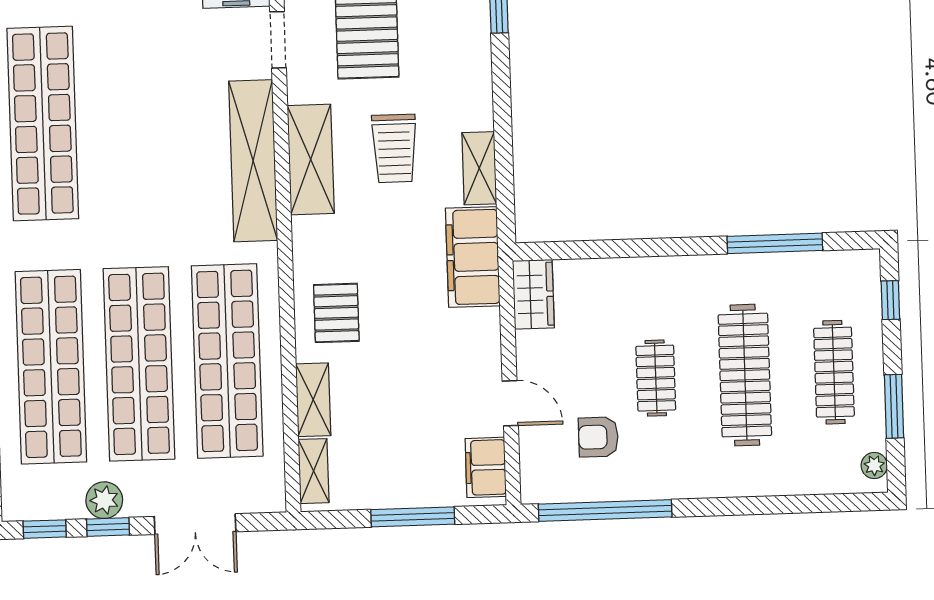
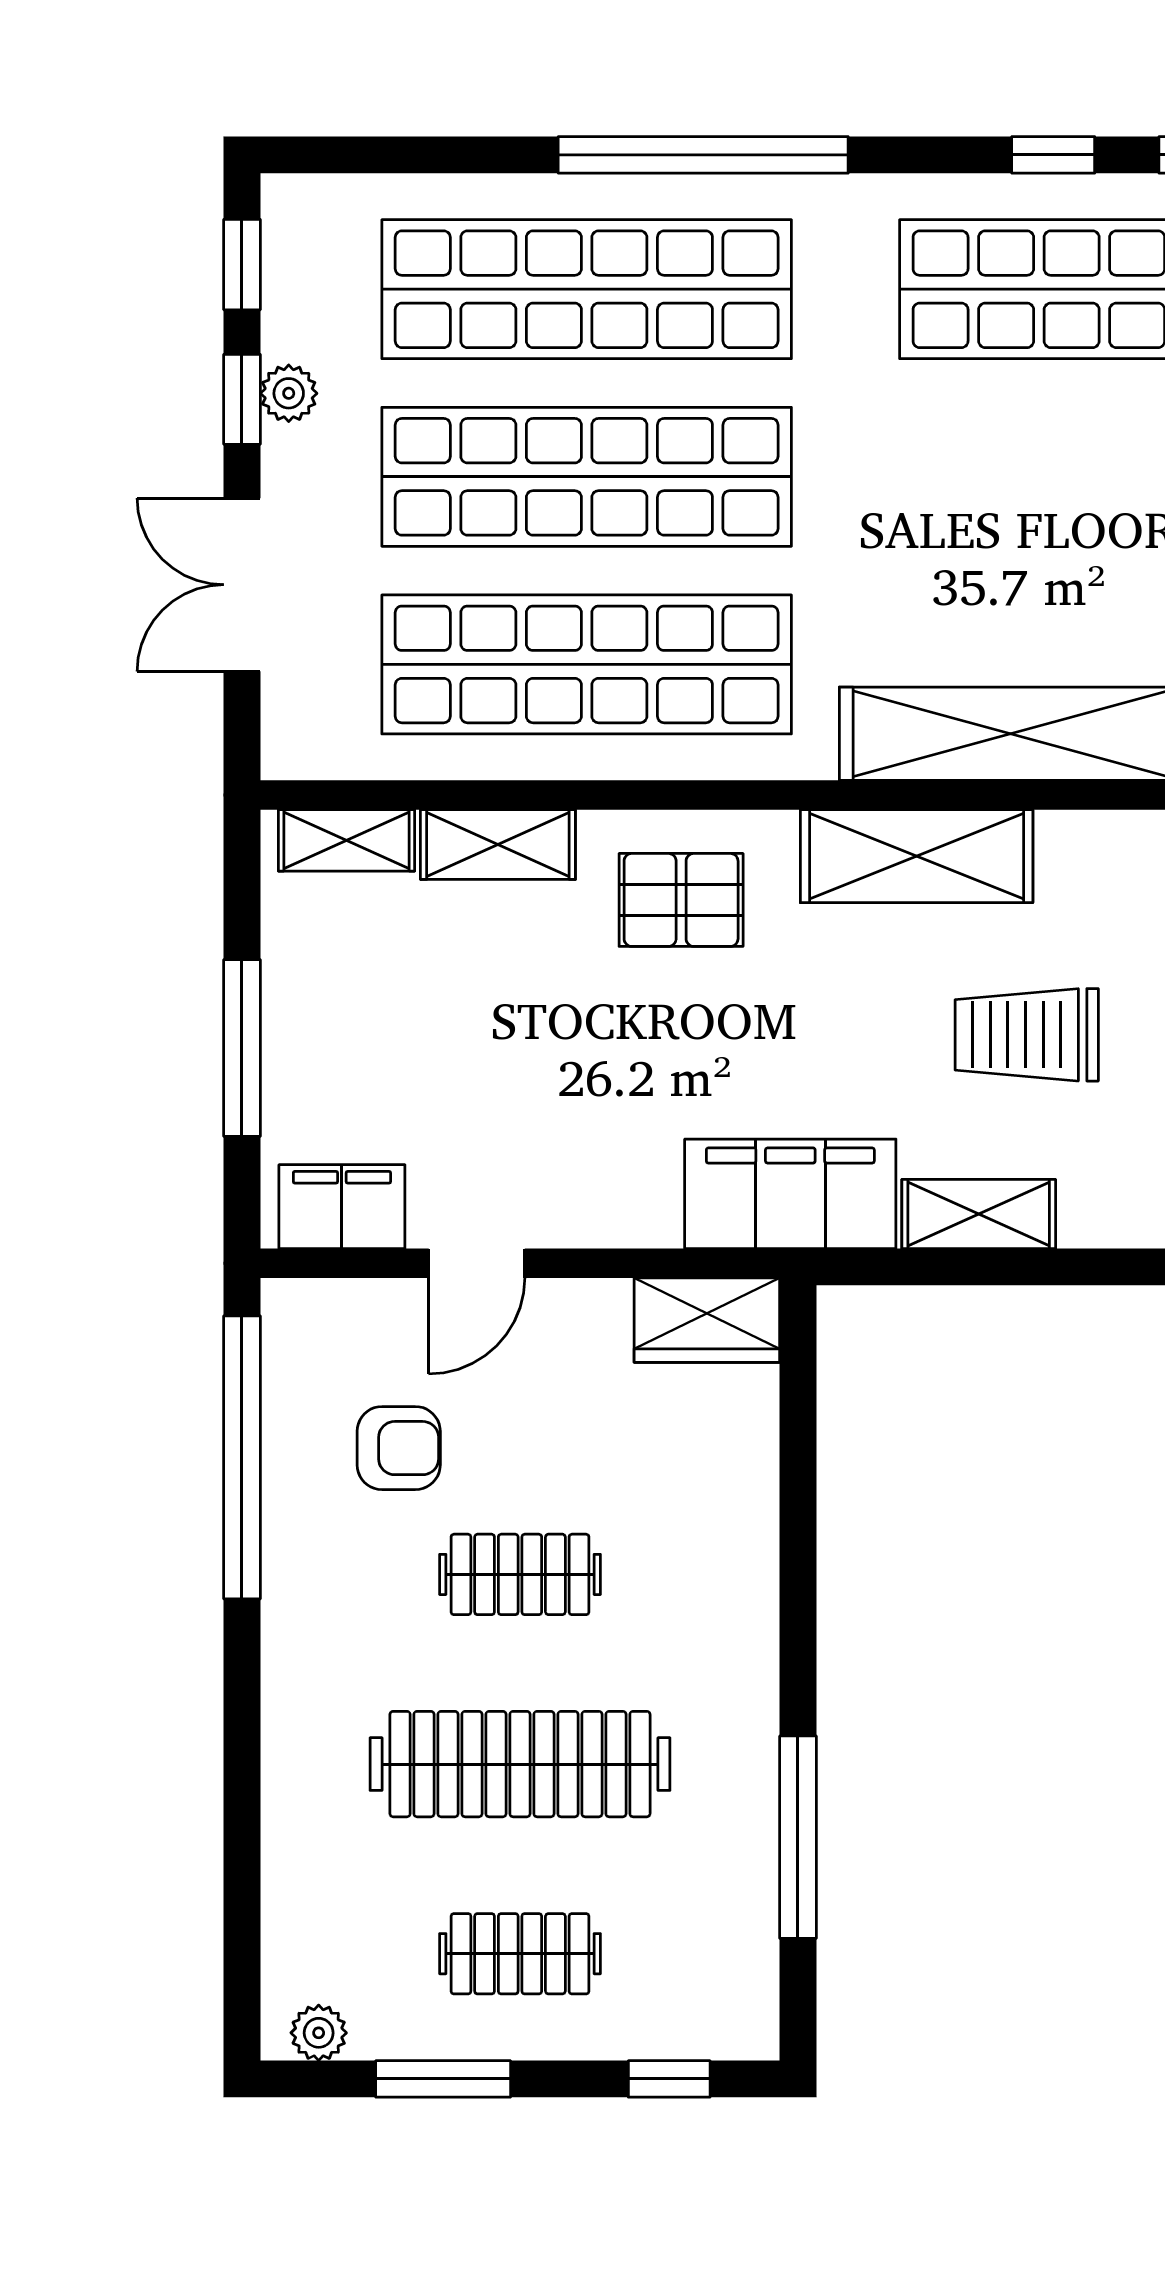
shelving: (311, 160) -> (917, 856), moved
clothes rail: (834, 372) -> (520, 1954), width x0.73
armchair: (598, 437) -> (399, 1448), turned 90
plant: (104, 500) -> (289, 393), width x0.73, depth x0.73

